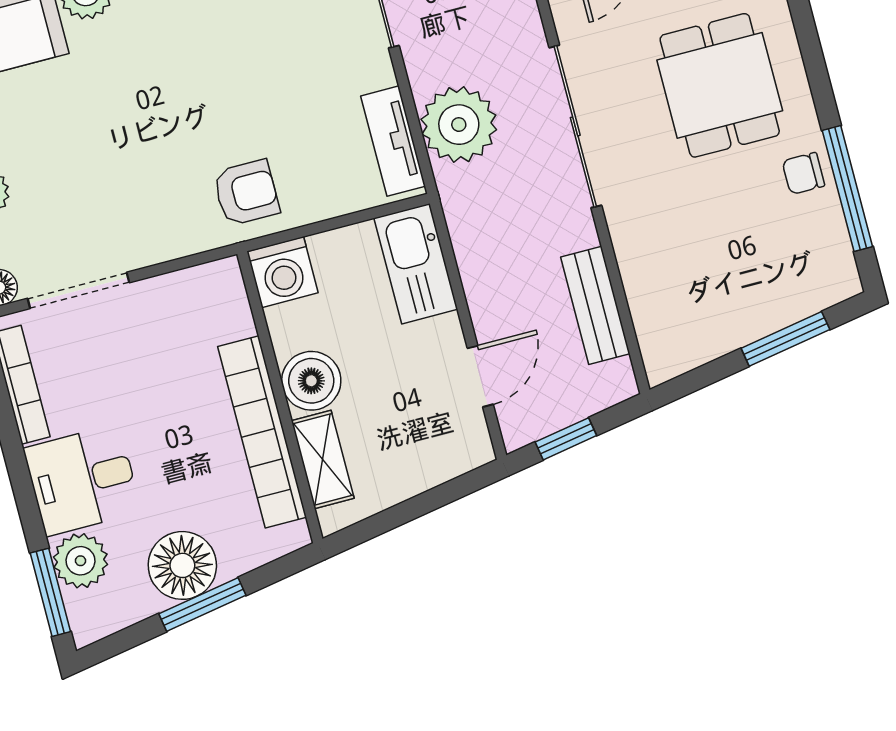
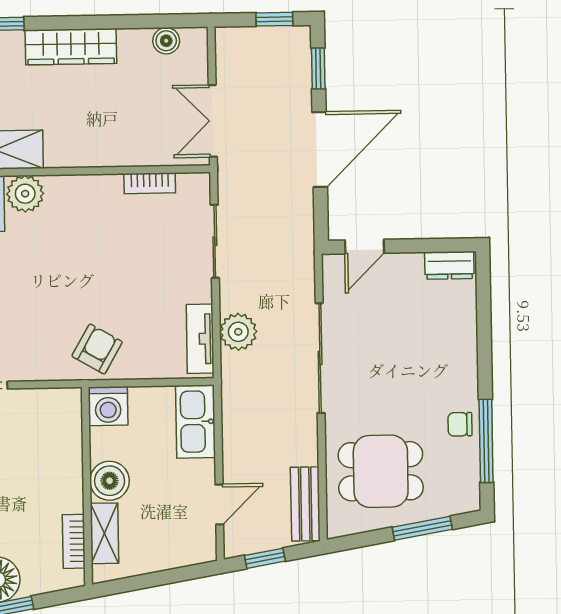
dining table: (720, 85) -> (381, 471), moved, turned 90
plant: (459, 125) -> (238, 332), width x0.73, depth x0.73
armchair: (246, 193) -> (97, 349), turned -60
bench: (595, 305) -> (305, 504), moved
bookcase: (262, 432) -> (74, 541), width x0.43, depth x0.76

